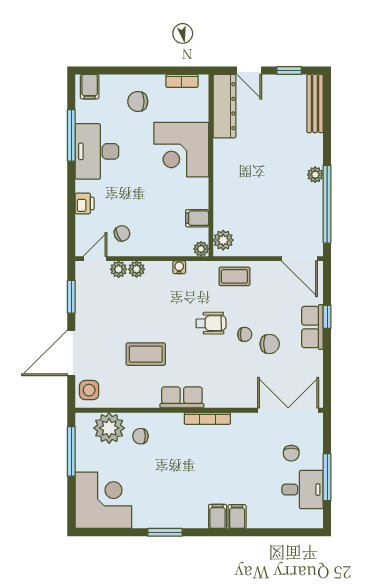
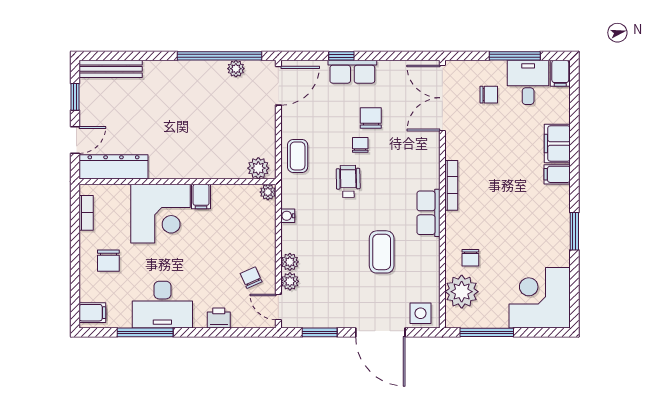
plant: (315, 175) -> (236, 69), moved
filing cabinet: (197, 218) -> (201, 197), moved
filing cabinet: (237, 517) -> (557, 144), width x2.00
filing cabinet: (311, 519) -> (560, 73), added

